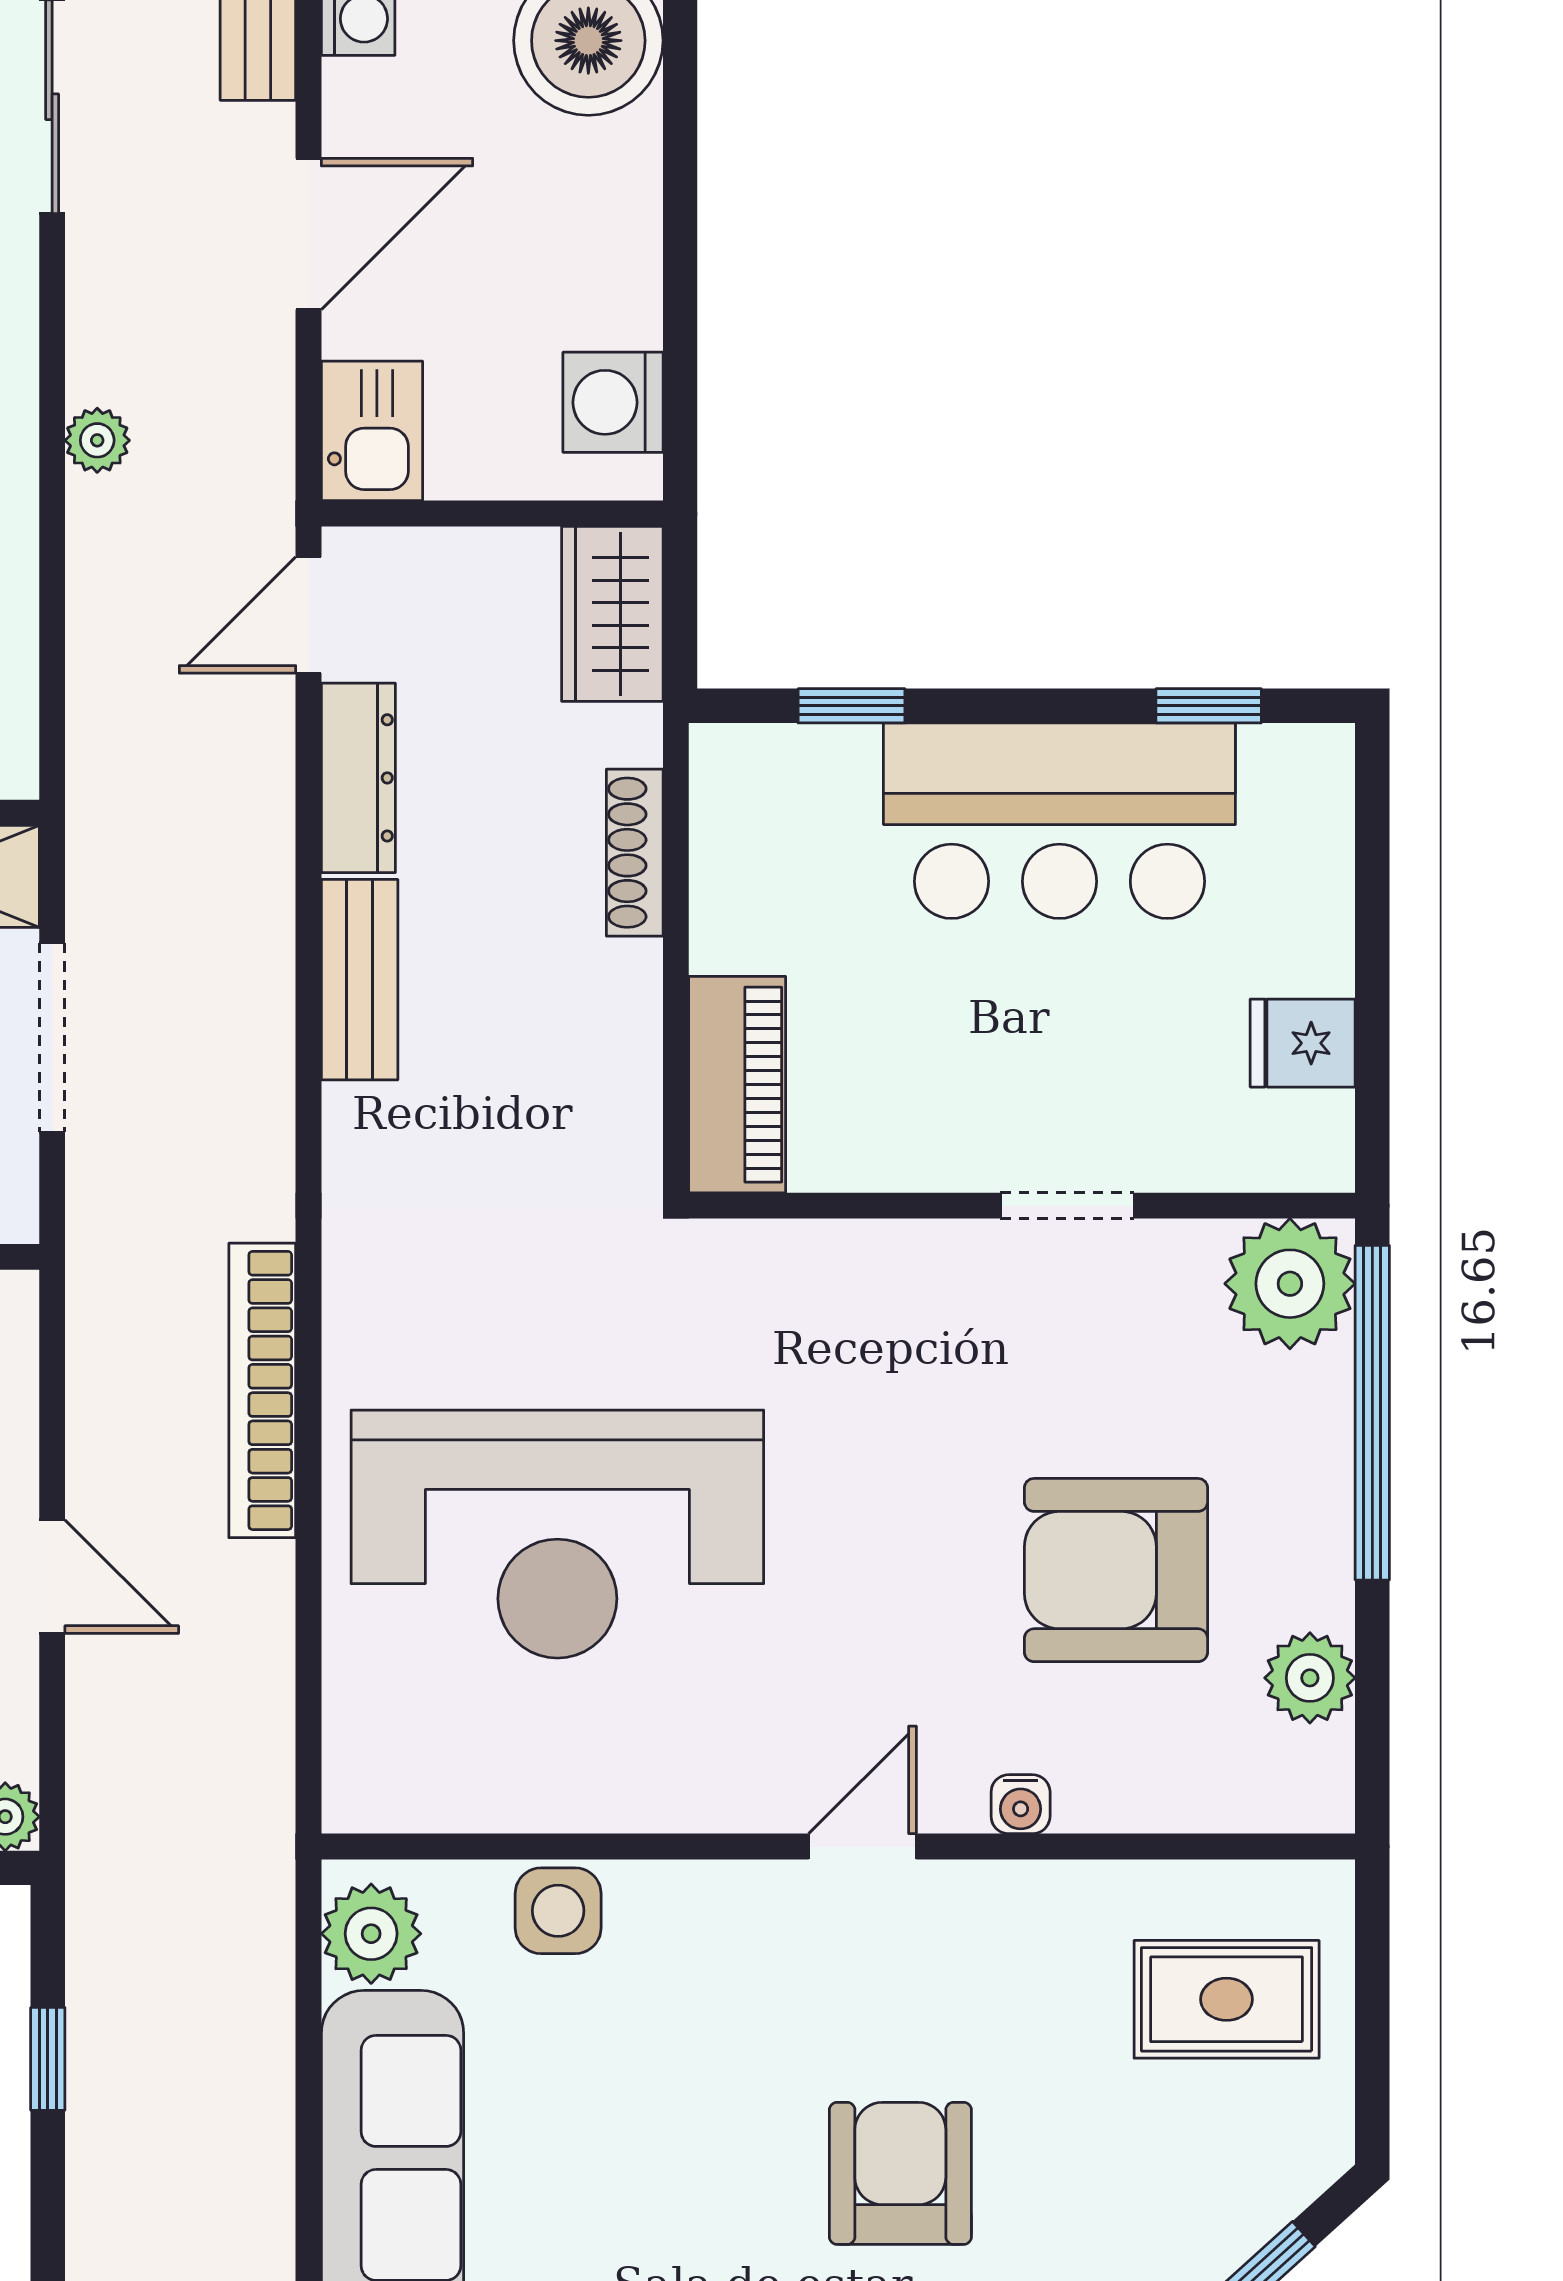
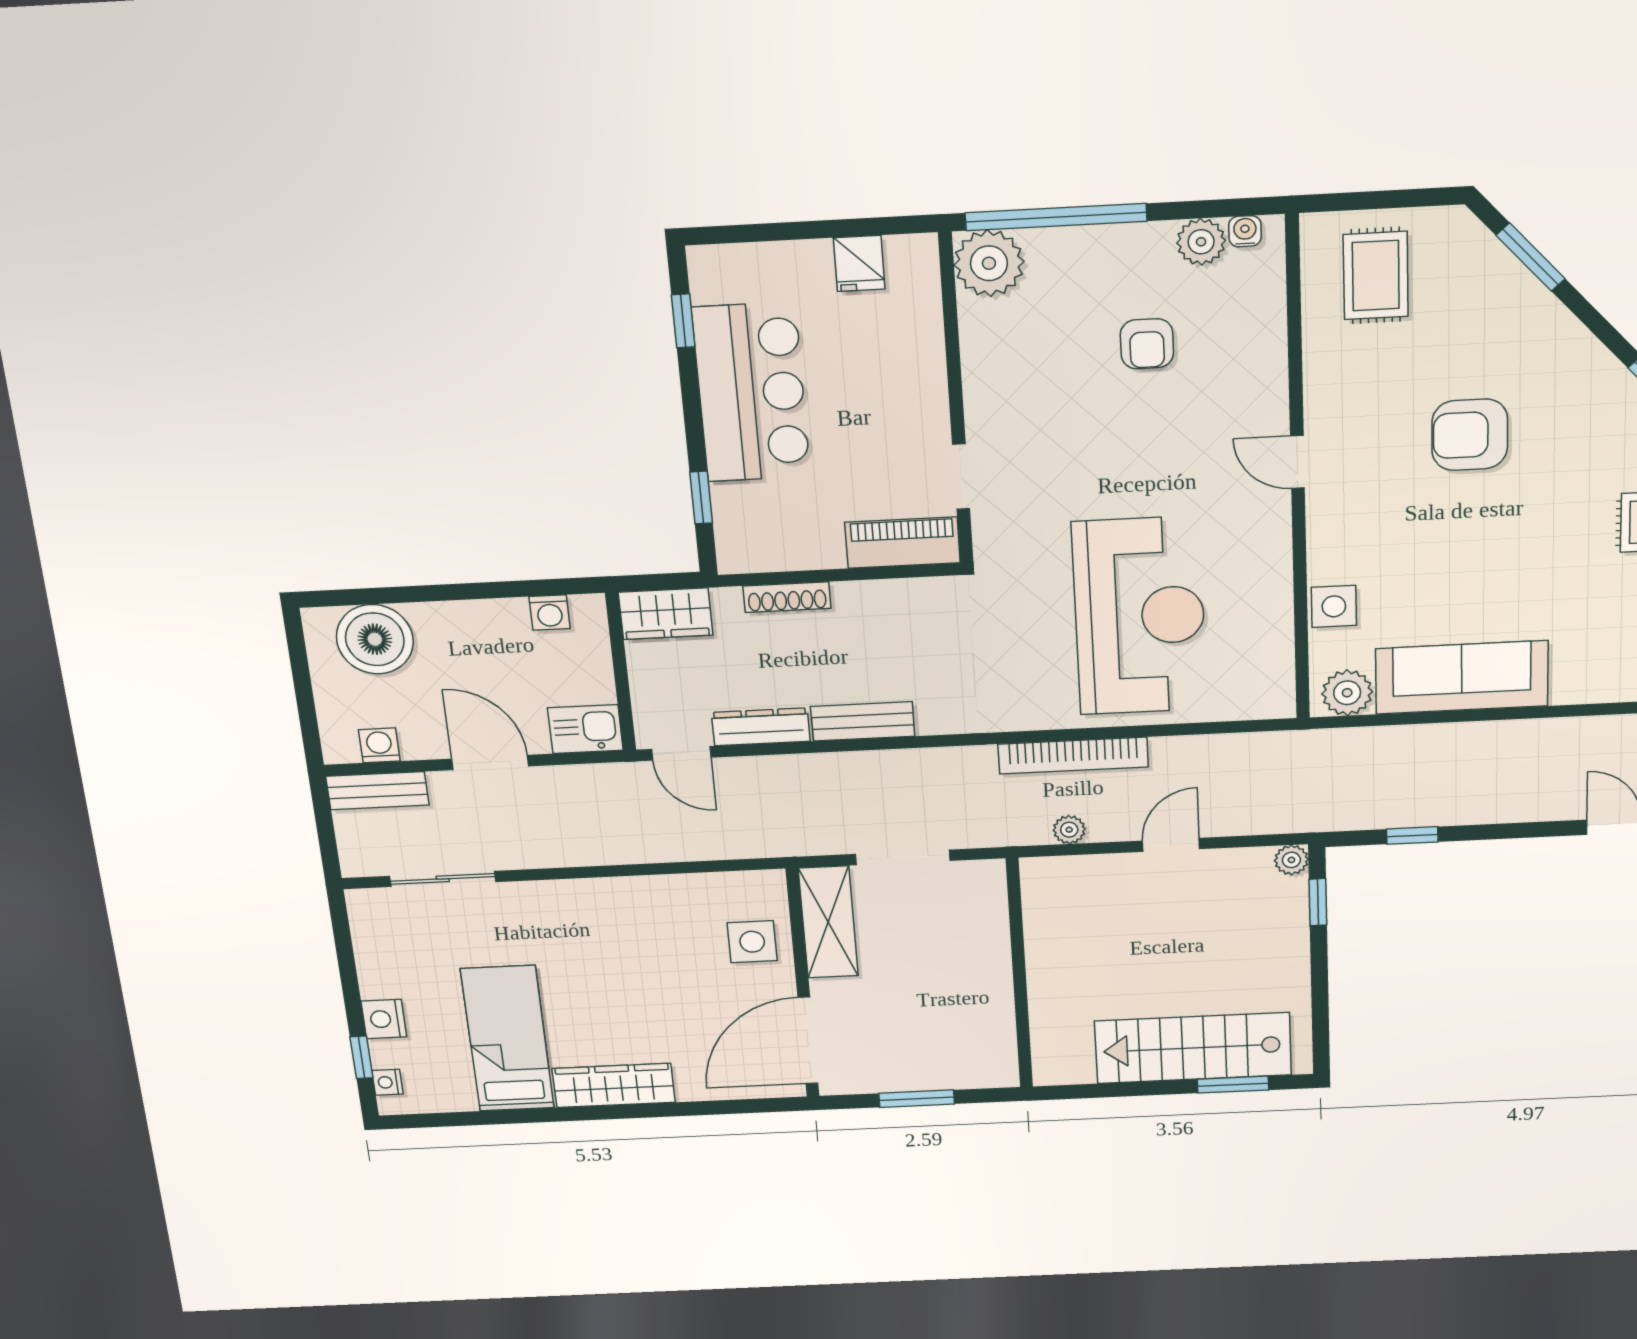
washing machine: (613, 402) -> (550, 613), width x0.73, depth x0.73
plant: (97, 440) -> (1069, 830), moved
doorway: (1067, 1206) -> (961, 477), moved
armchair: (1116, 1570) -> (1147, 344), width x0.53, depth x0.53
water cooler: (1021, 1804) -> (1245, 231), moved, turned -90

